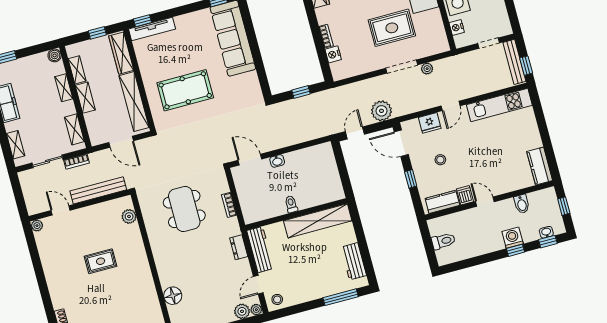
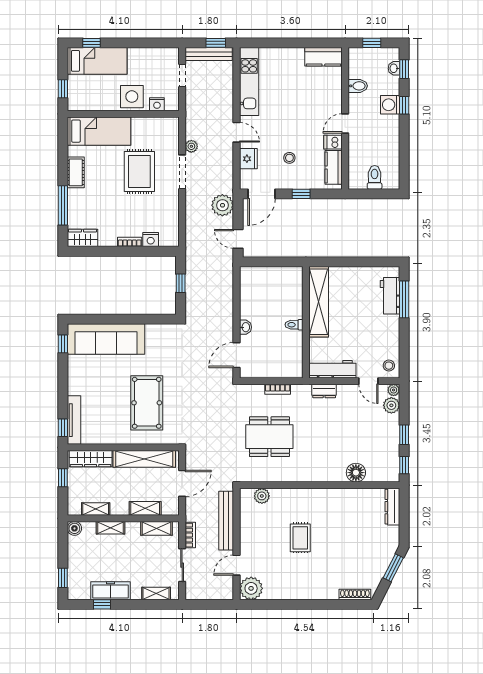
shelving: (85, 98) -> (145, 508), moved
plant: (37, 226) -> (251, 588), width x1.88, depth x1.88
workbench: (354, 261) -> (390, 296), moved, turned 90

